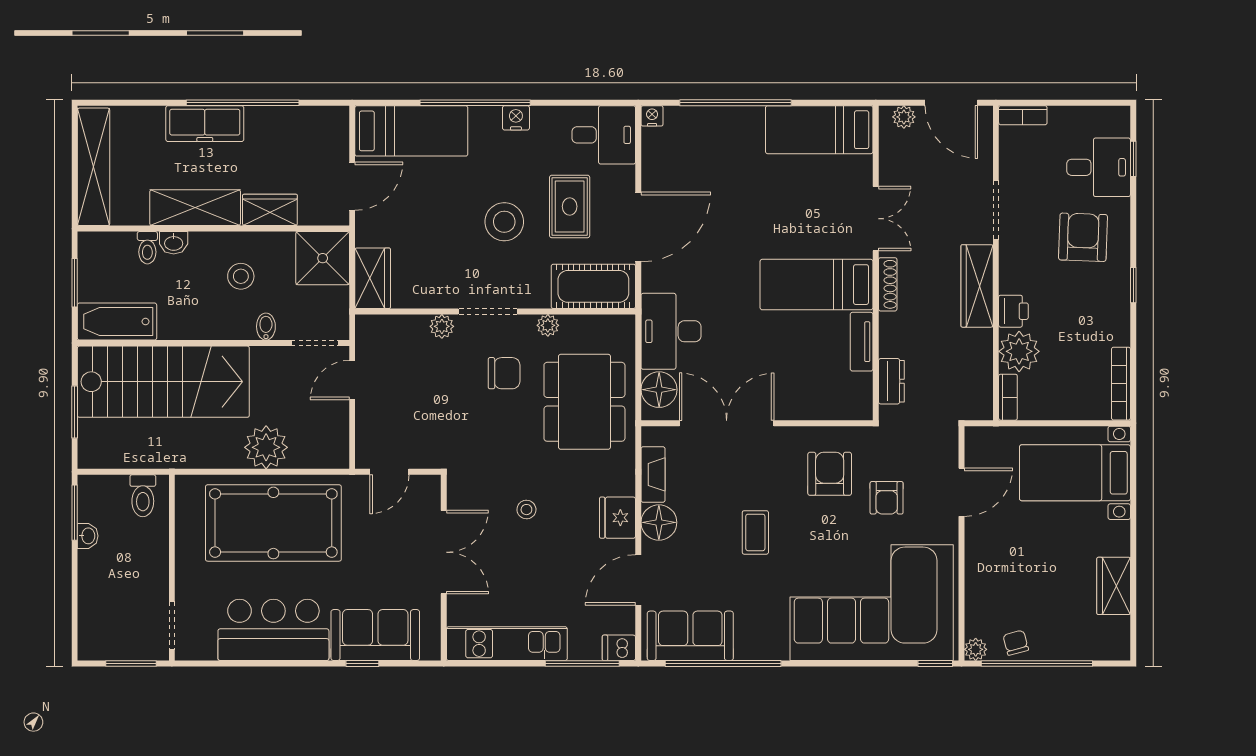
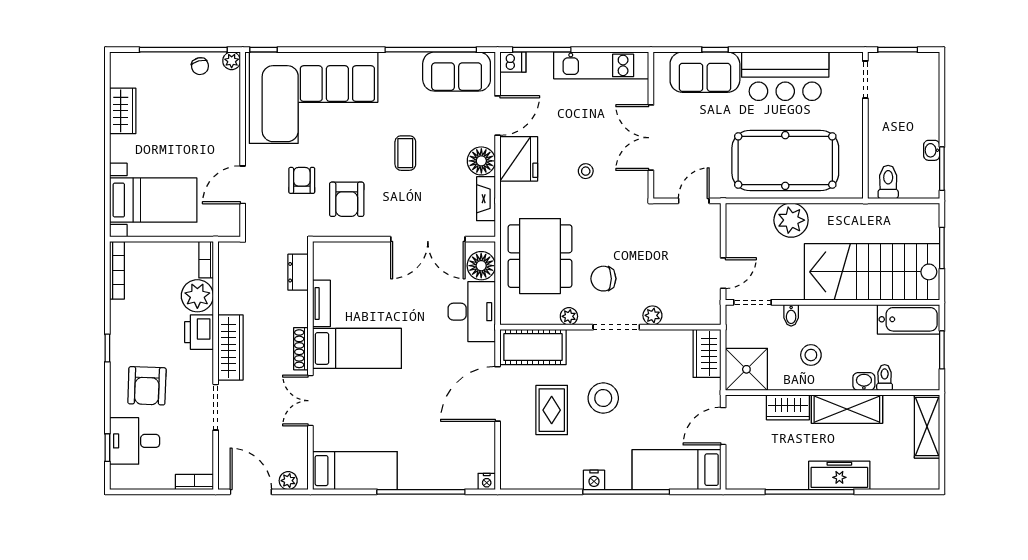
desk: (604, 135) -> (525, 466), removed
shelving: (94, 167) -> (927, 427), width x0.68
printer: (1013, 311) -> (199, 332), width x1.36, depth x1.24
fridge: (618, 518) -> (519, 159), width x1.36, depth x1.34

